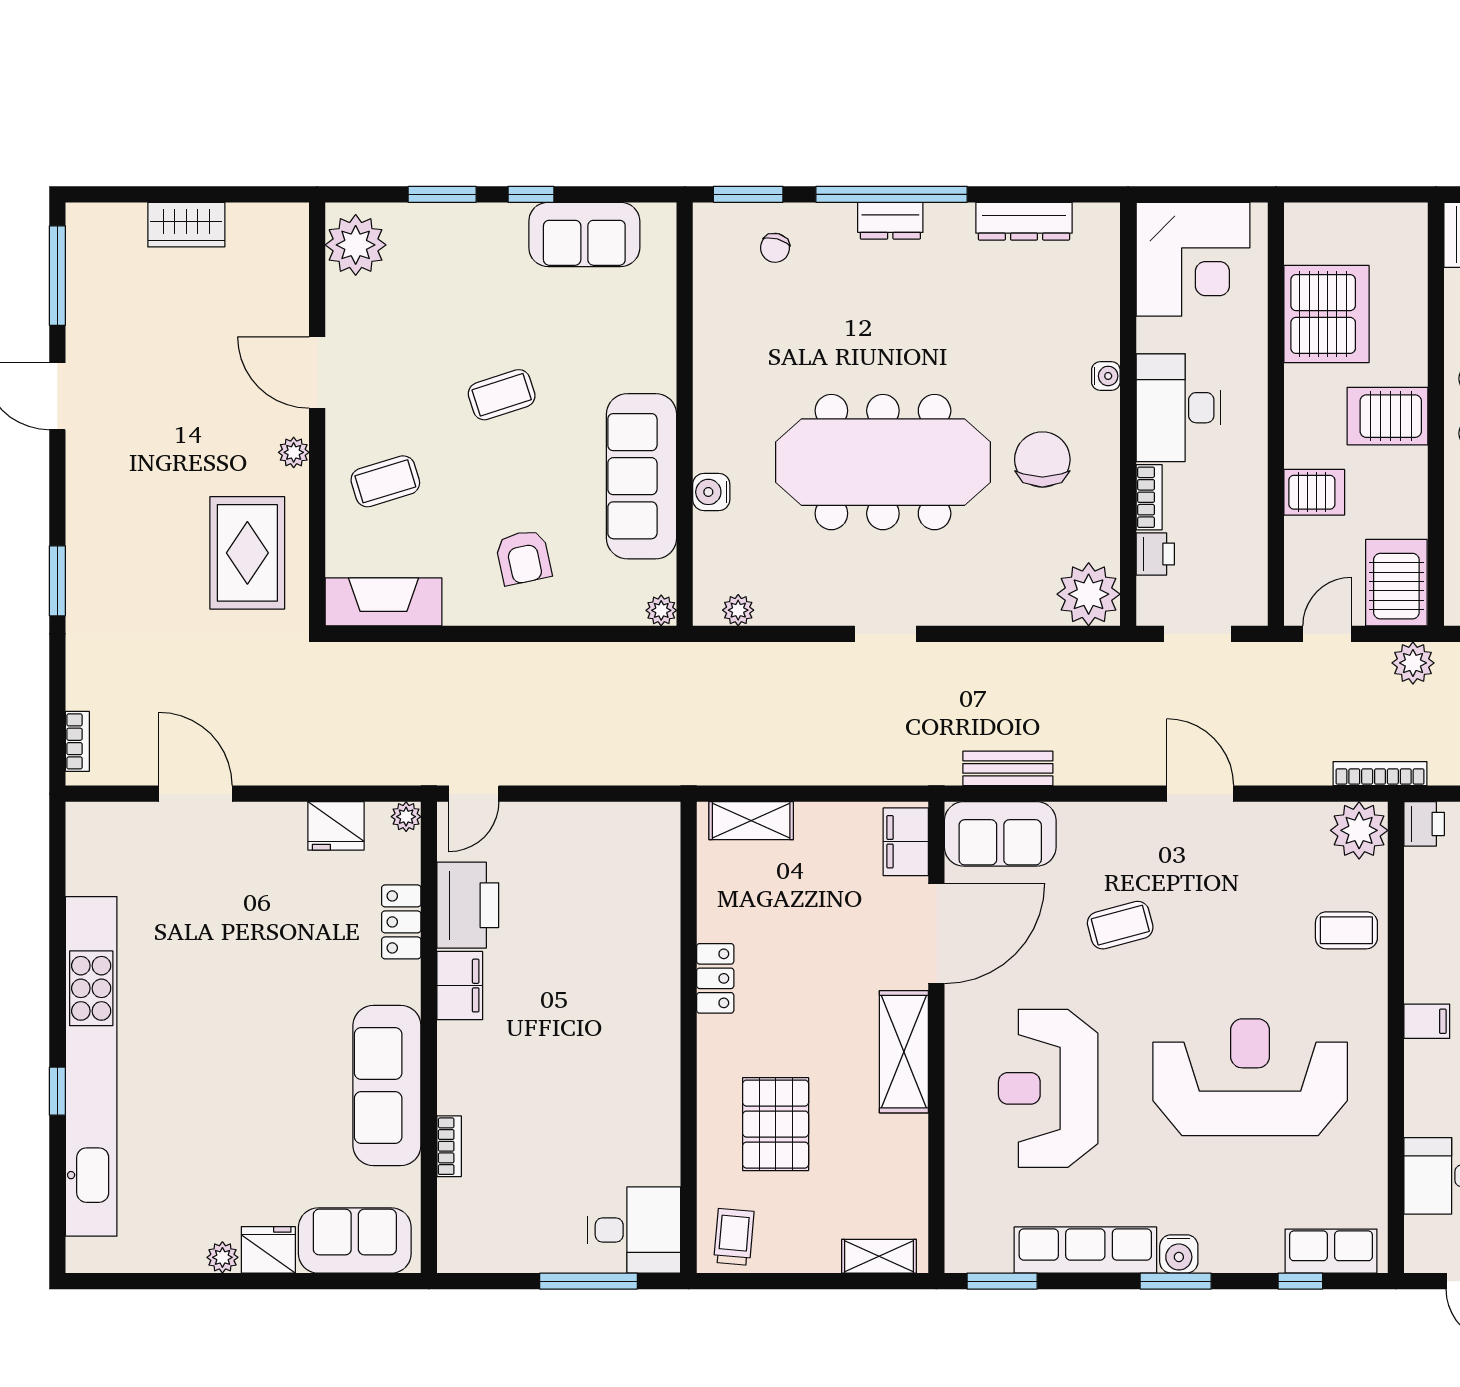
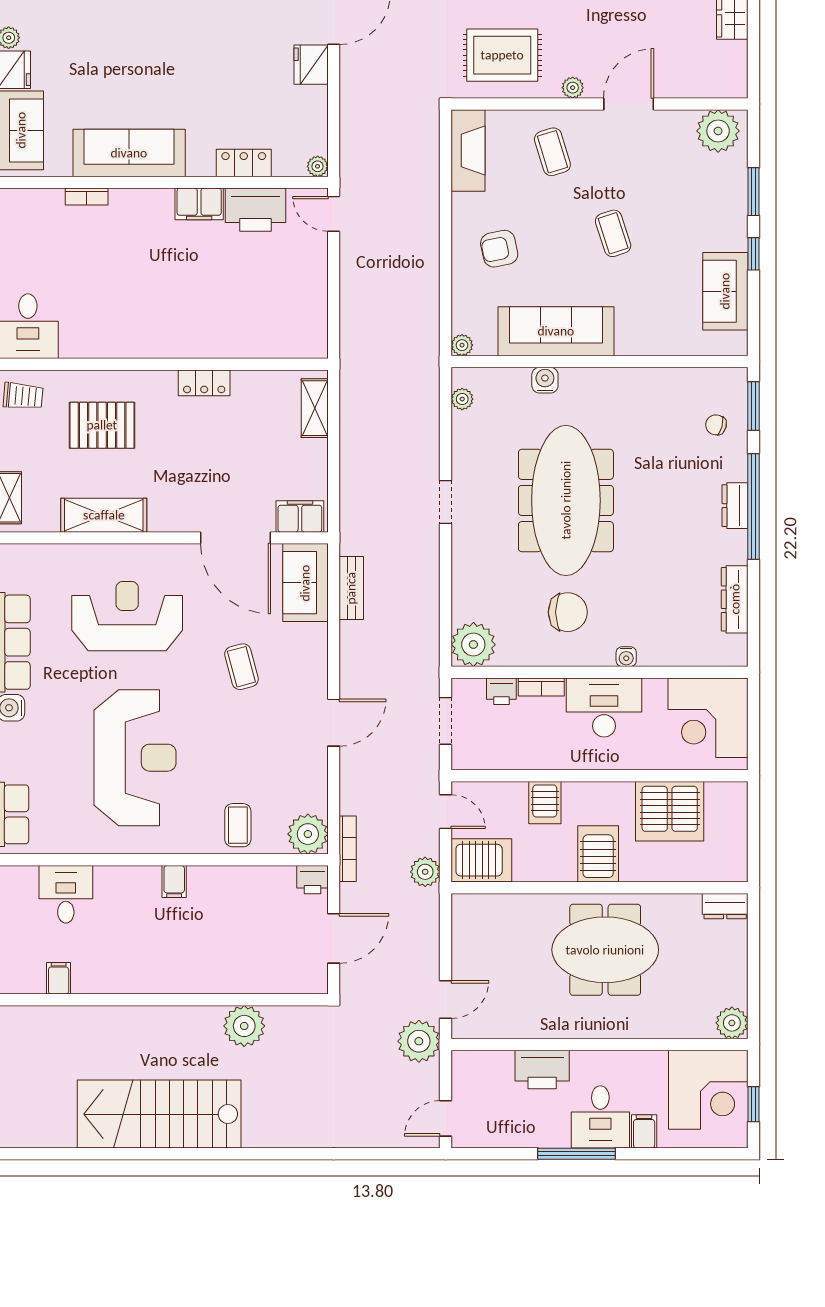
fridge: (336, 826) -> (311, 65), moved
shelving: (904, 1052) -> (104, 515), moved

